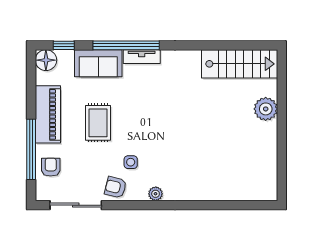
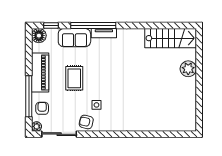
plant: (156, 194) -> (37, 126), moved

